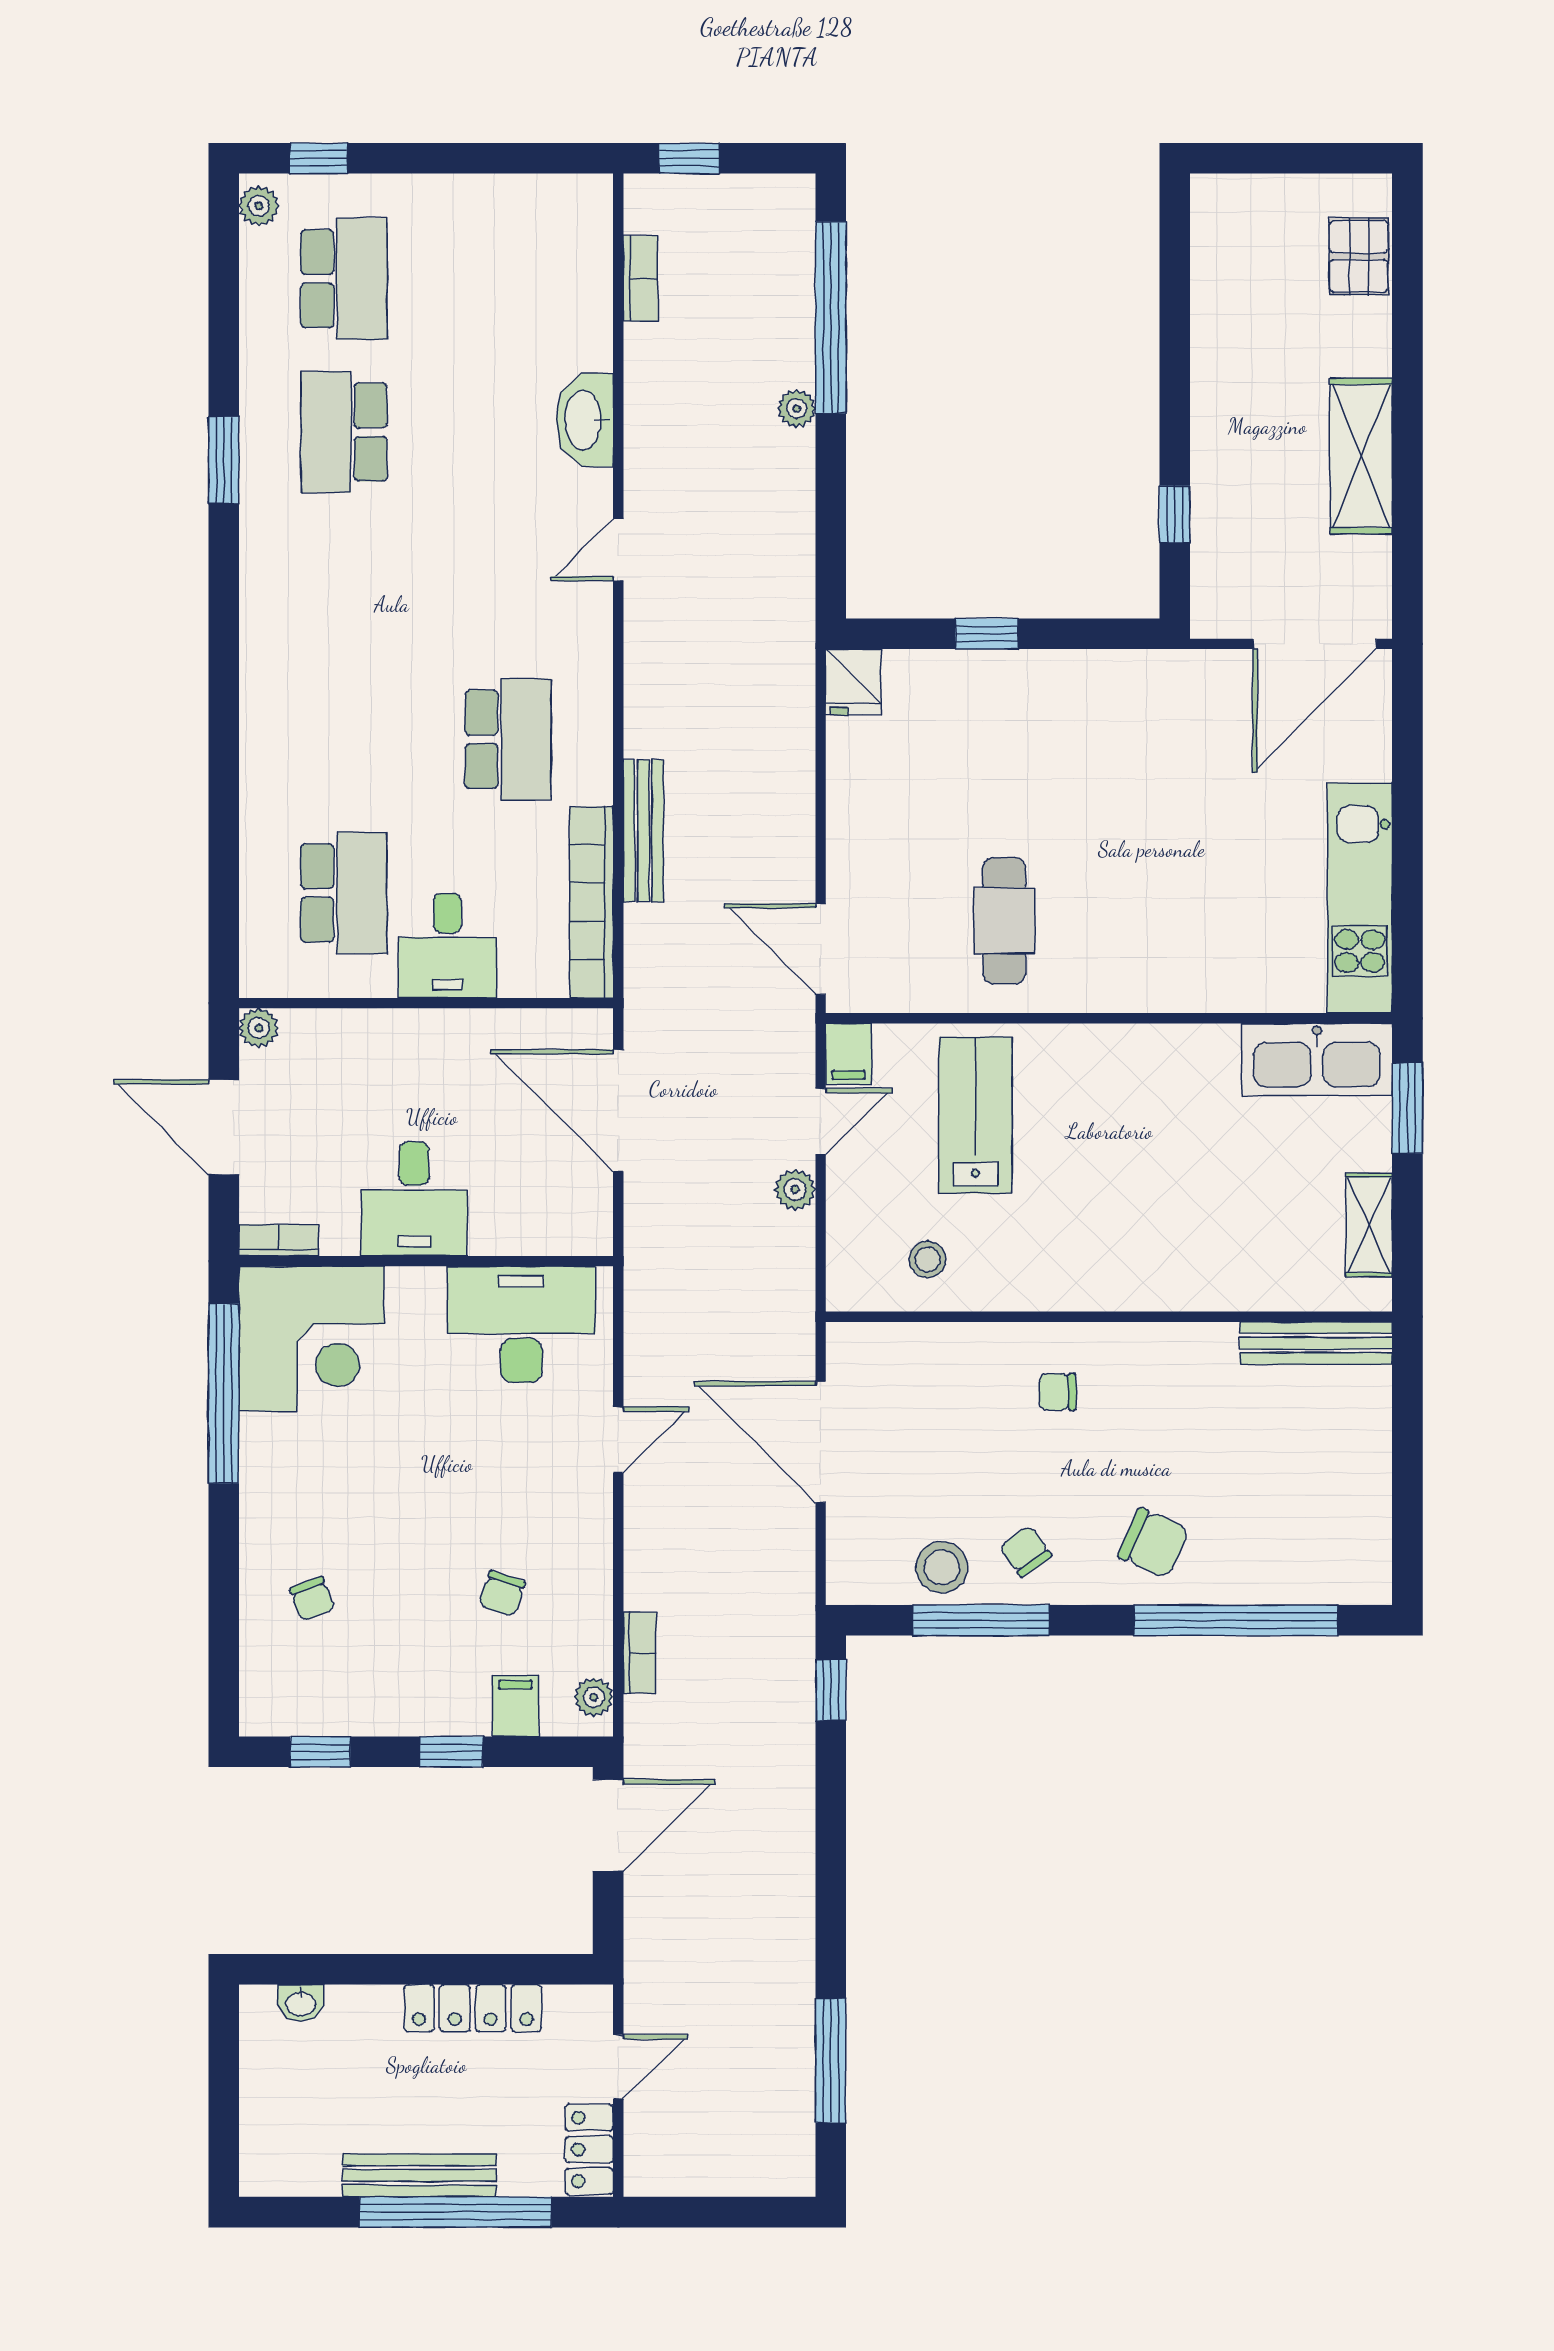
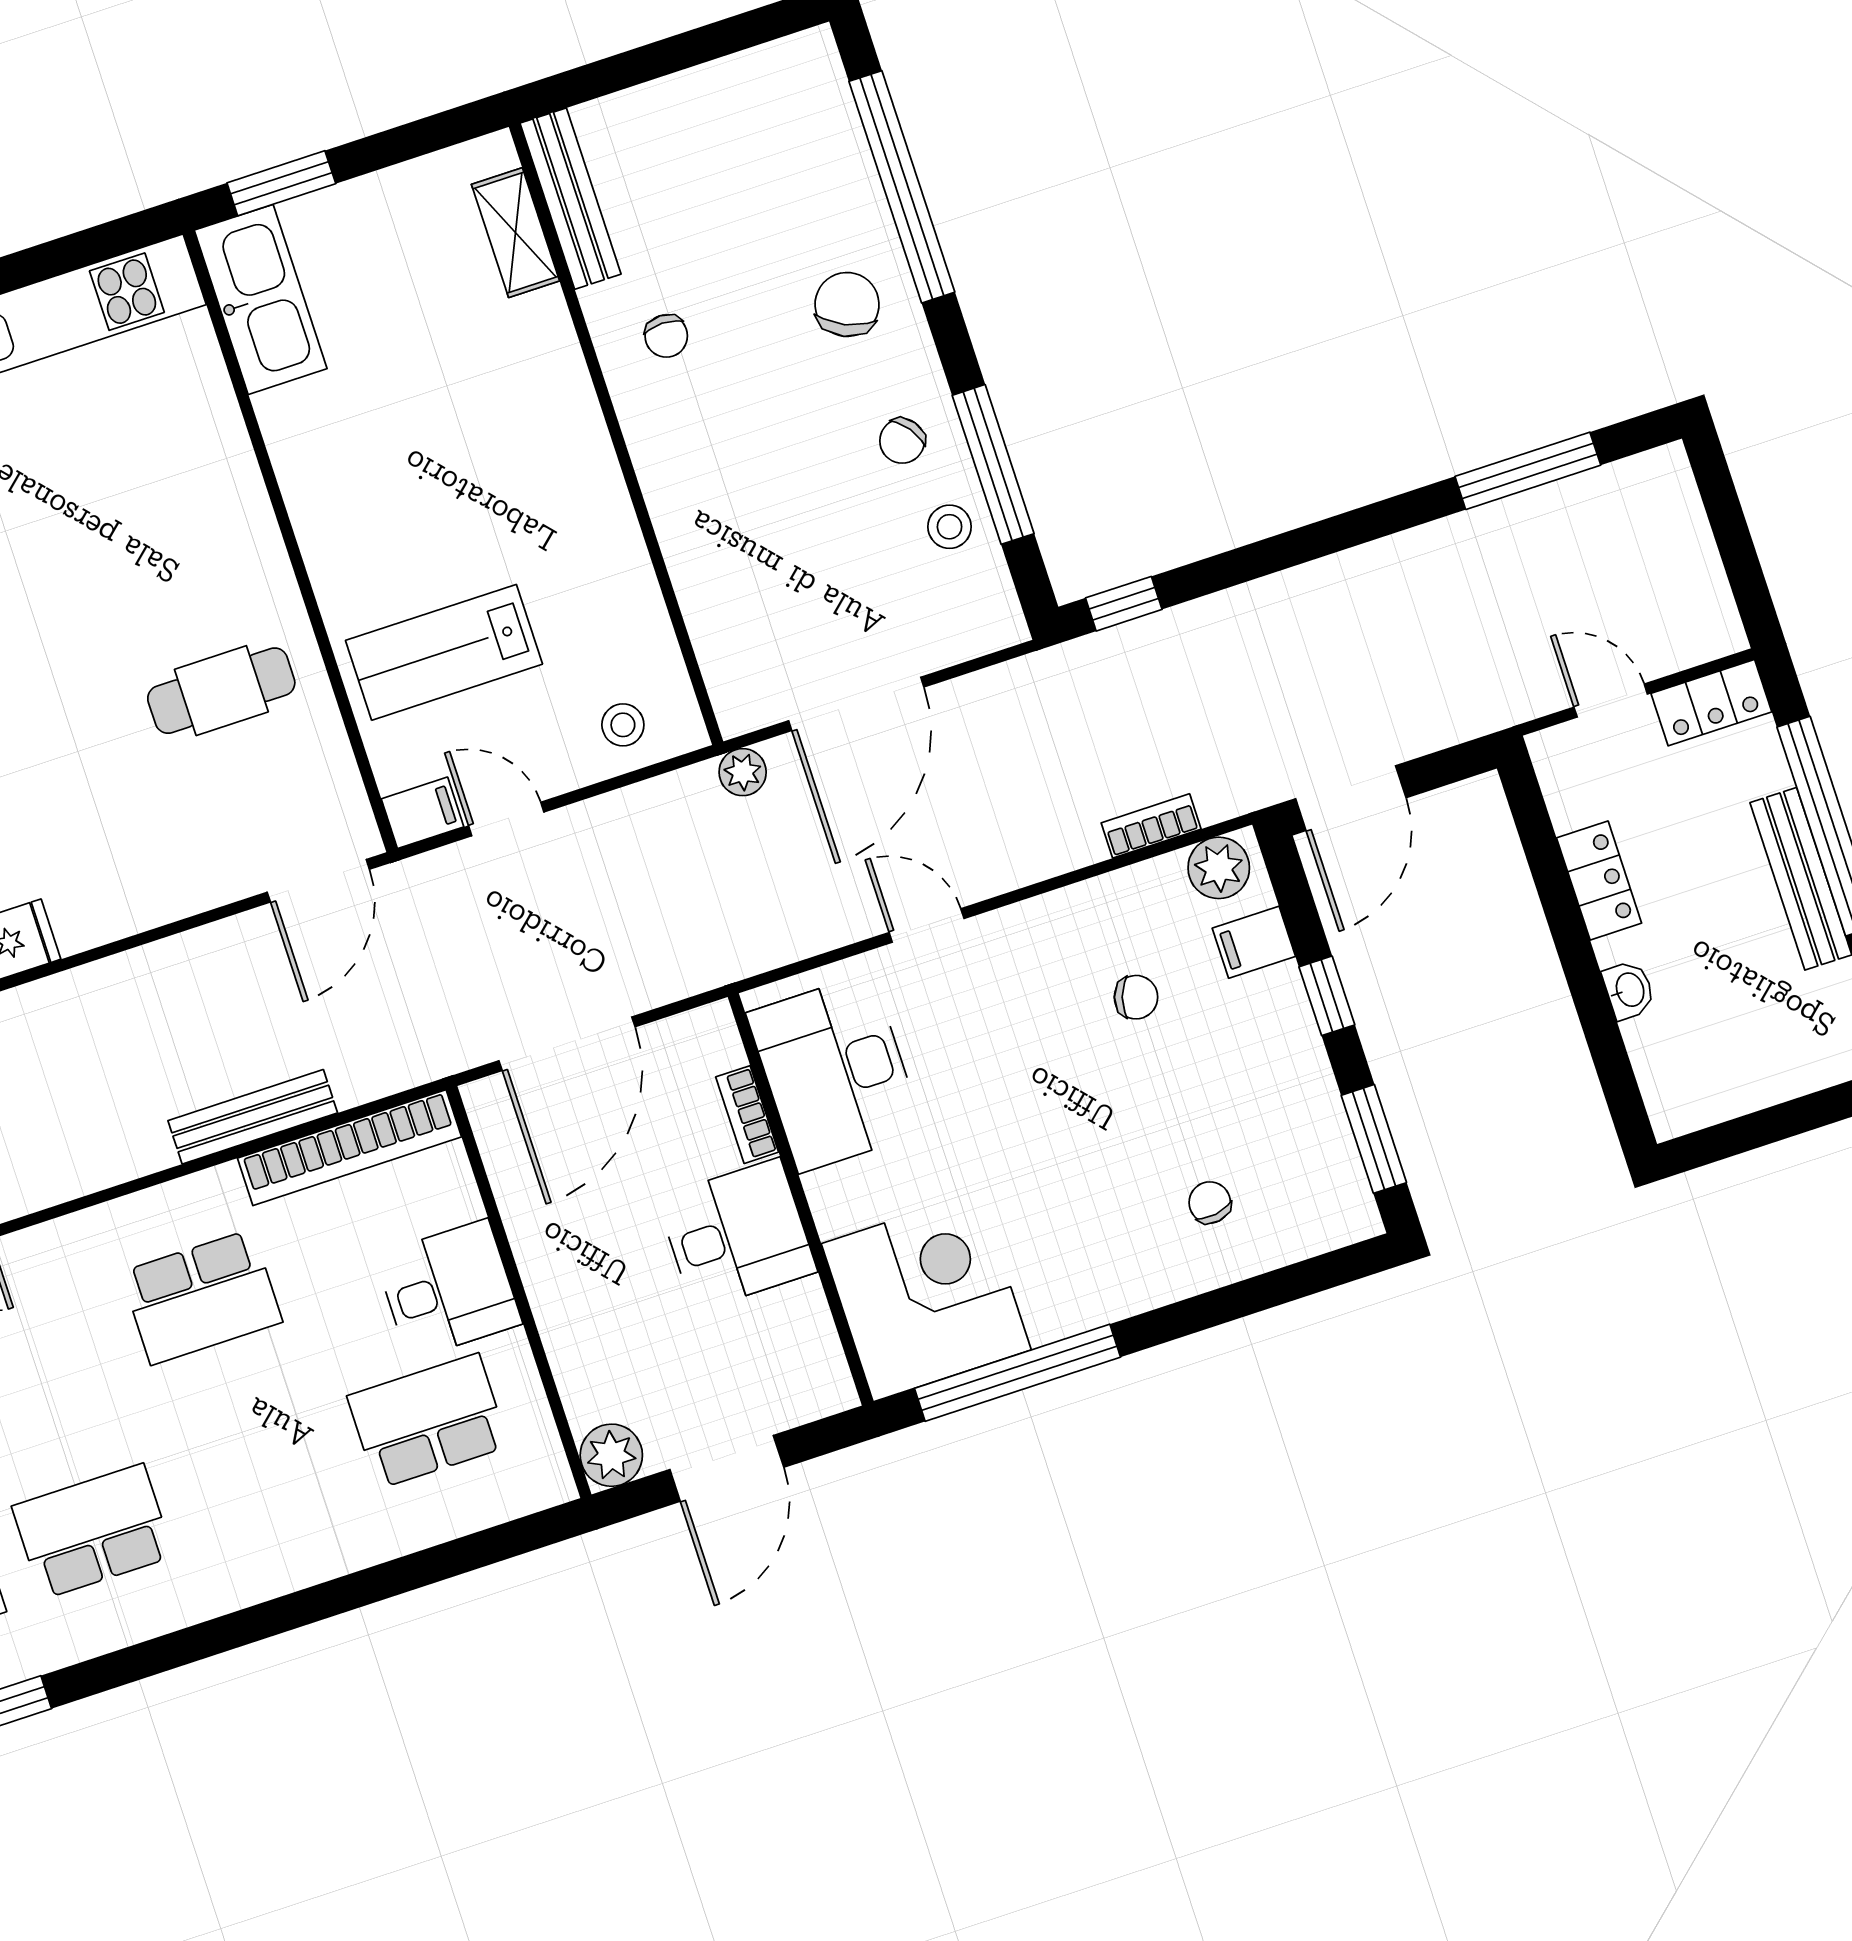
school desk: (344, 586) -> (93, 1531), added
school desk: (508, 739) -> (201, 1297), turned 180
plant: (259, 1028) -> (611, 1455), width x1.38, depth x1.38
plant: (795, 1190) -> (743, 772), moved
shelving: (1369, 1225) -> (515, 233), moved, turned 90
bookcase: (279, 1240) -> (747, 1115), moved
stool: (928, 1259) -> (623, 725), moved
chair: (1057, 1392) -> (666, 336), moved
stool: (942, 1567) -> (950, 527), width x0.73, depth x0.73
chair: (312, 1599) -> (1210, 1203), turned -78
plant: (594, 1697) -> (1219, 868), width x1.38, depth x1.38
window: (320, 1752) -> (1374, 1139), width x1.50
door: (608, 1825) -> (1351, 798), swing flipped
washbasin: (301, 2003) -> (1629, 990), moved
locker: (473, 2008) -> (1599, 881), width x0.66

